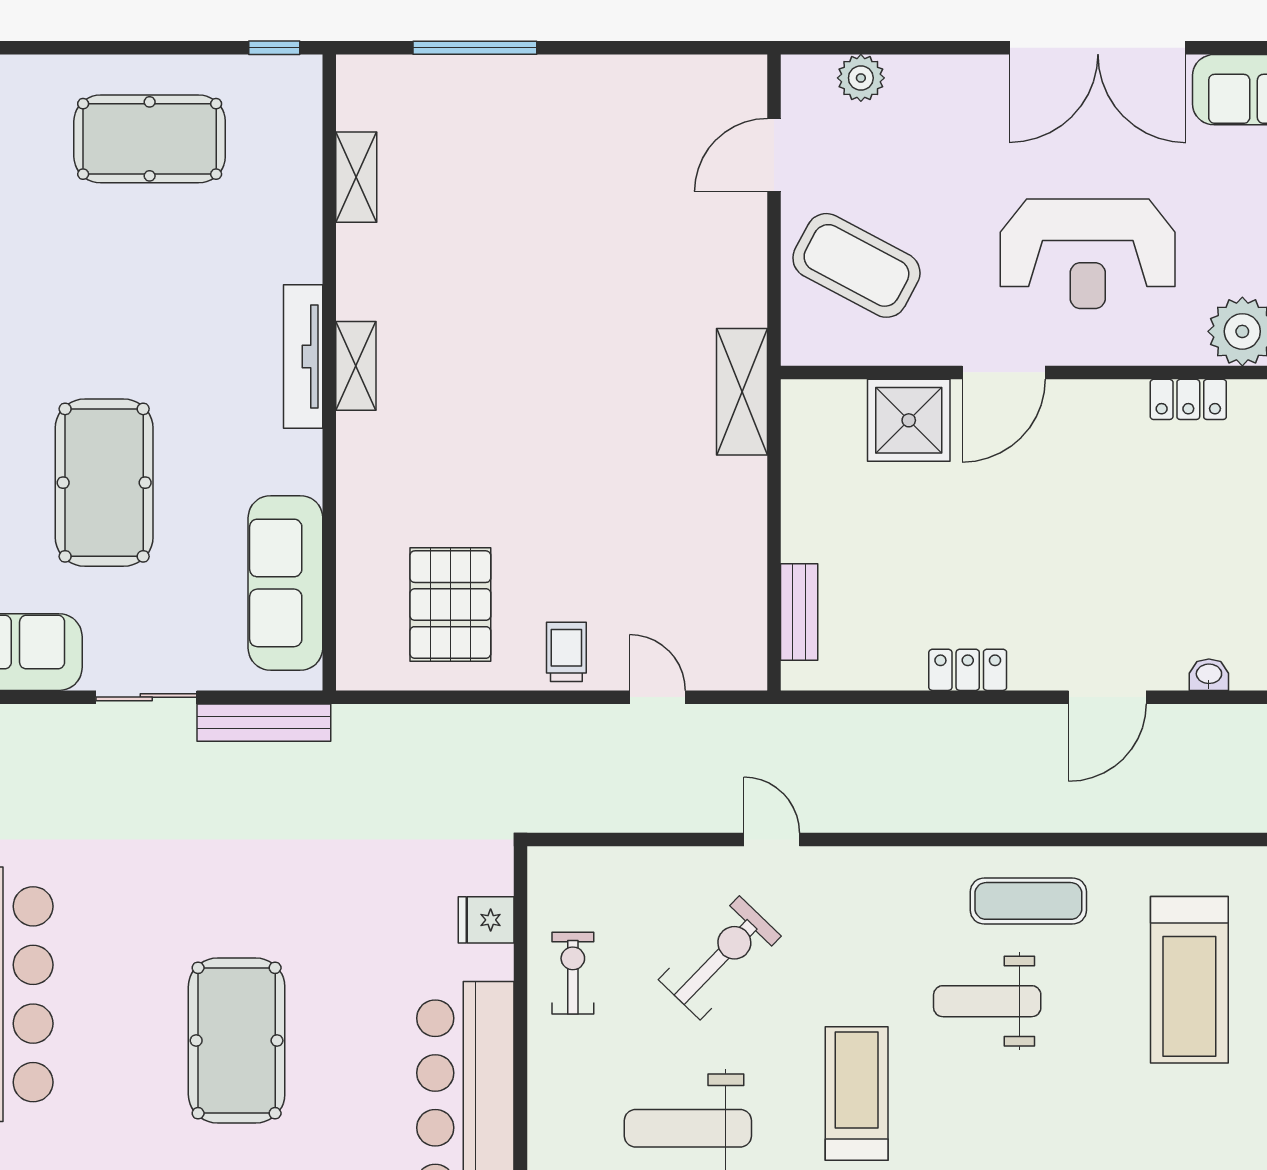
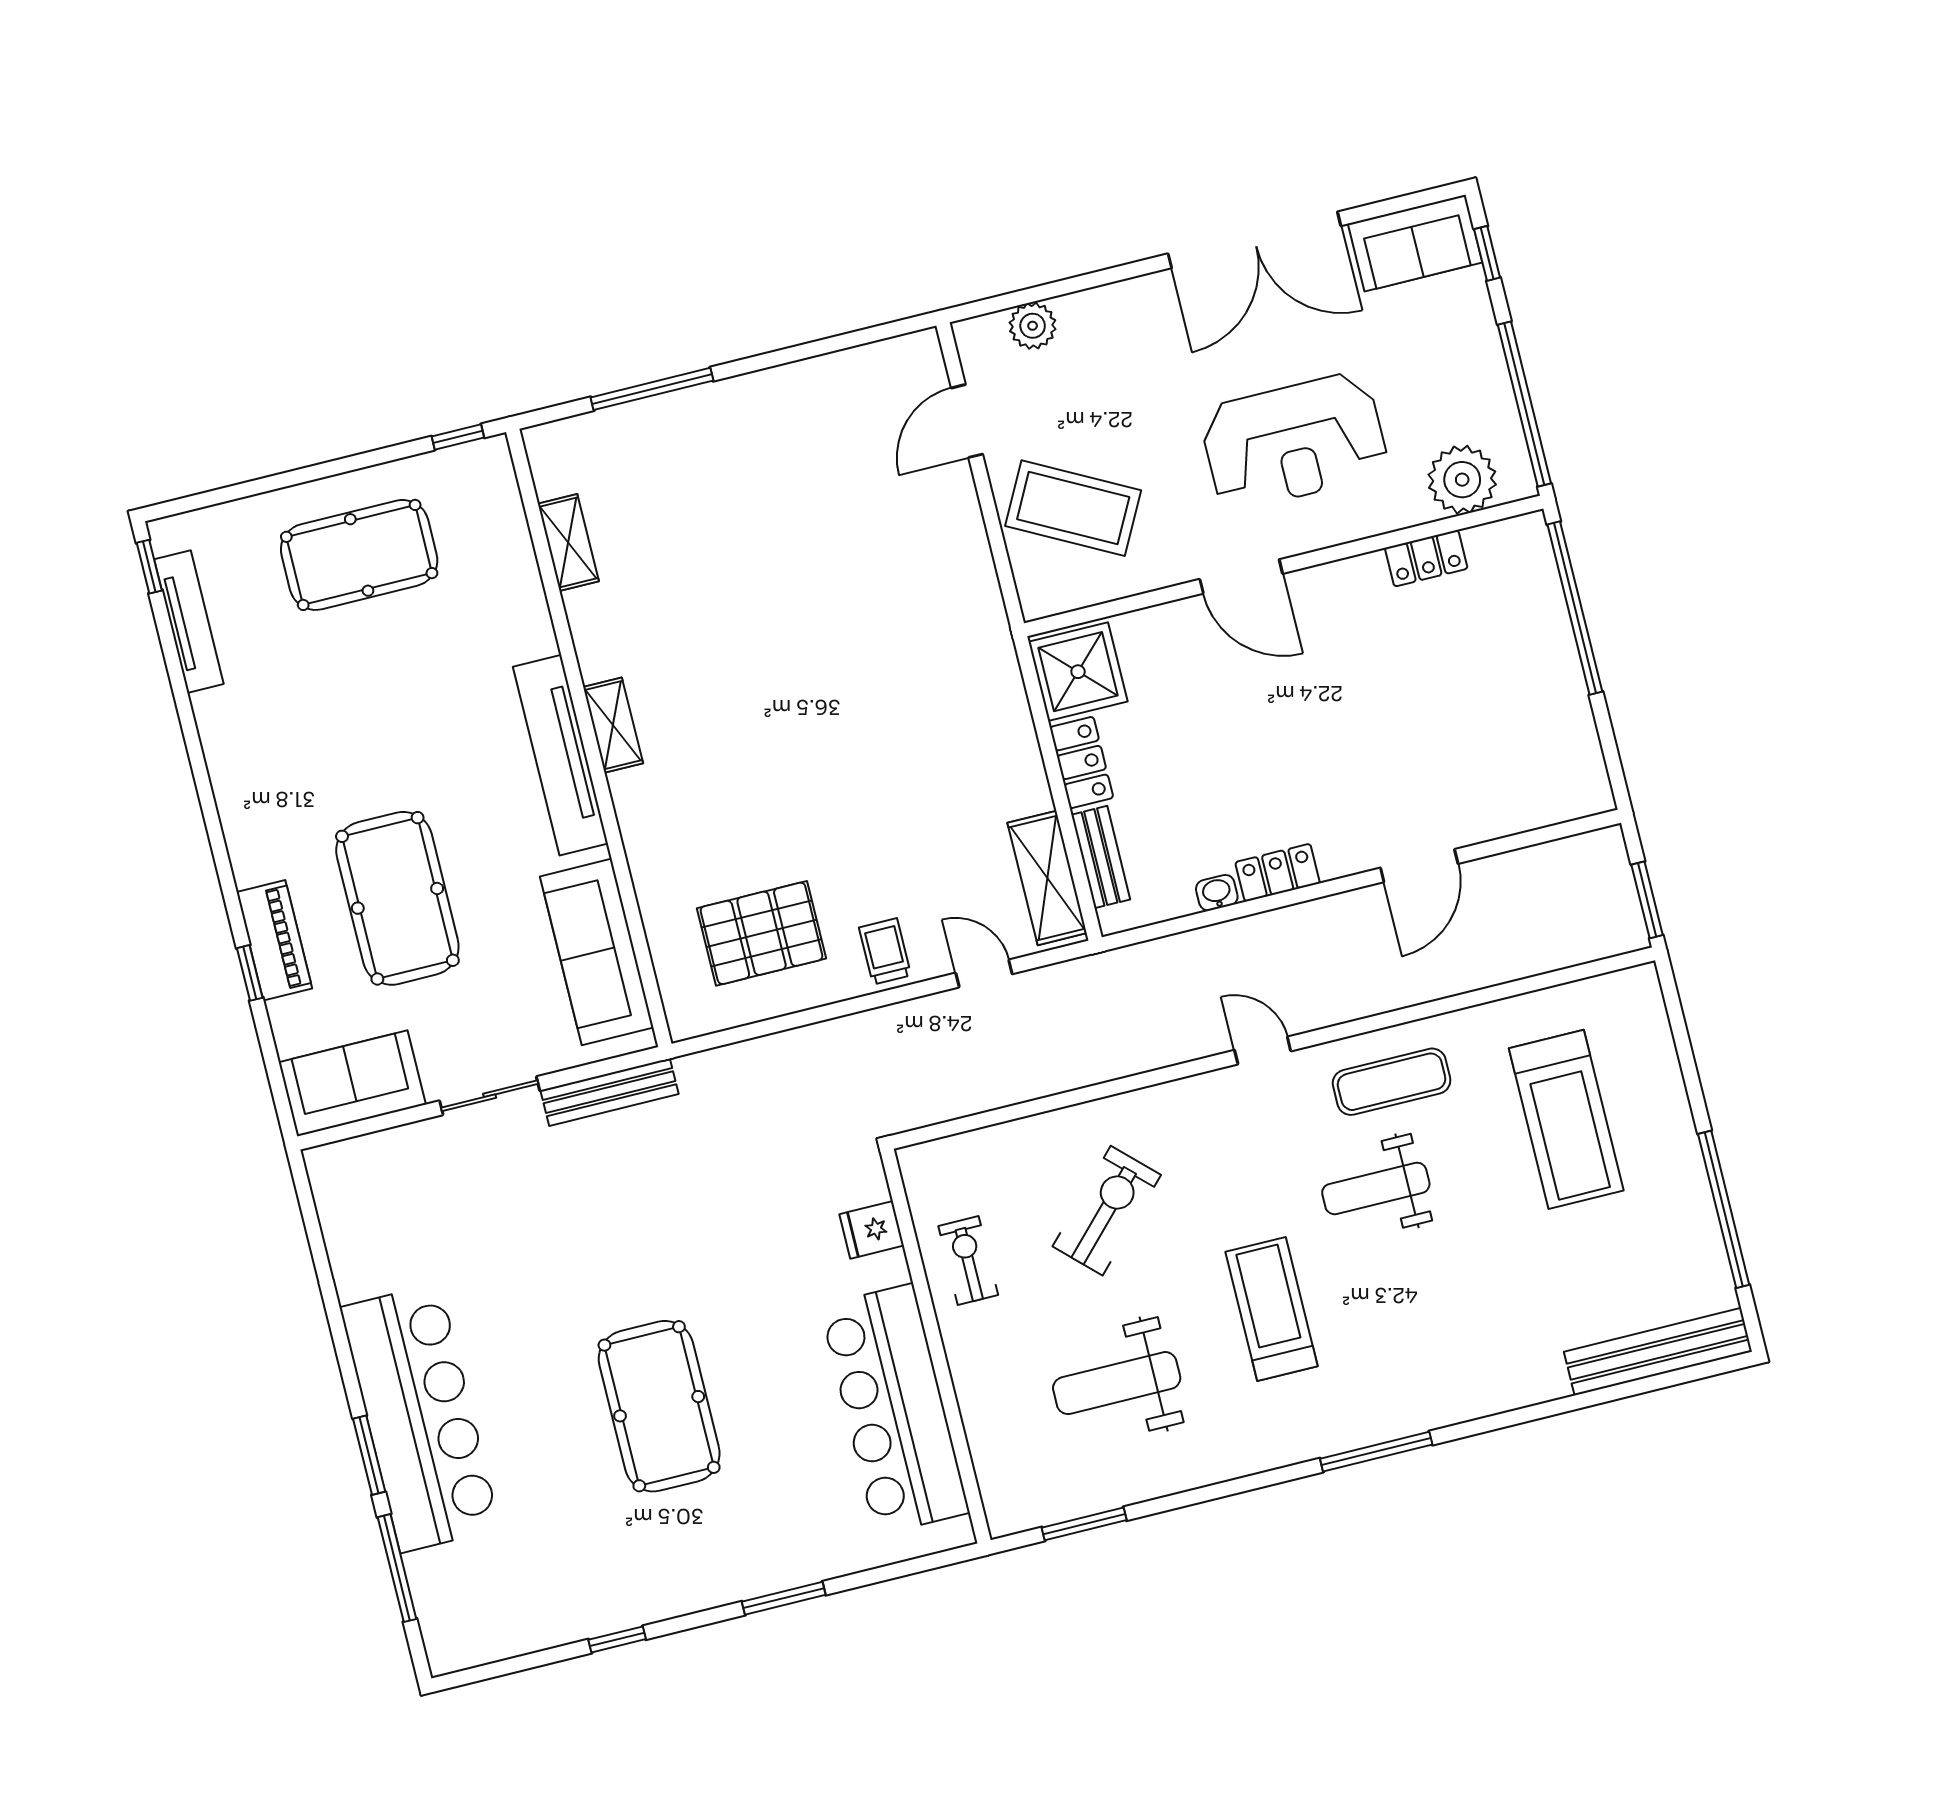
tv unit: (303, 356) -> (561, 755), width x1.36, depth x1.29
door: (1004, 372) -> (1241, 576), hinge flipped
shelving: (742, 392) -> (1047, 878), moved
shower: (909, 420) -> (1078, 672), moved
locker: (803, 515) -> (1082, 763), added
pallet: (450, 605) -> (762, 933), turned 90
washbasin: (1209, 675) -> (1217, 893), moved
door: (772, 840) -> (1263, 1051), moved

